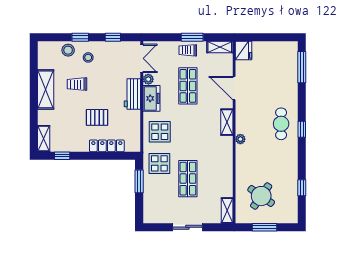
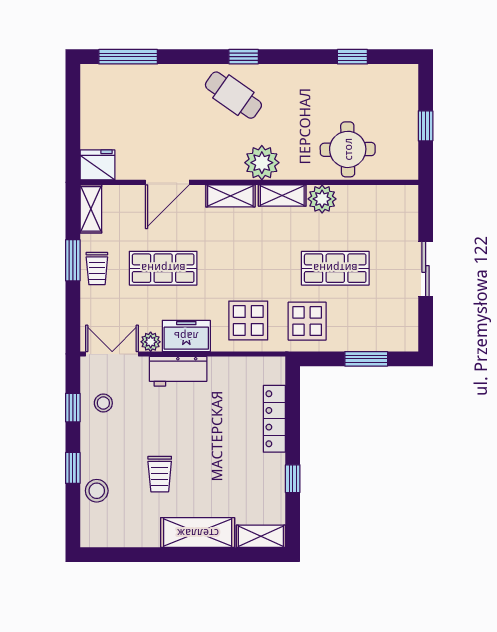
stool: (88, 57) -> (103, 403), moved
shelving: (46, 89) -> (198, 533), moved
pallet: (97, 117) -> (222, 437), removed
cafe table: (281, 124) -> (233, 95), turned 35
plant: (240, 139) -> (262, 163), width x1.88, depth x1.88
window: (62, 156) -> (293, 479), moved
plant: (225, 171) -> (322, 199), added
window: (139, 181) -> (366, 359), moved
round table: (261, 196) -> (348, 149), moved, turned -36
shelving: (227, 211) -> (282, 196), moved
window: (265, 227) -> (426, 126), width x0.67

